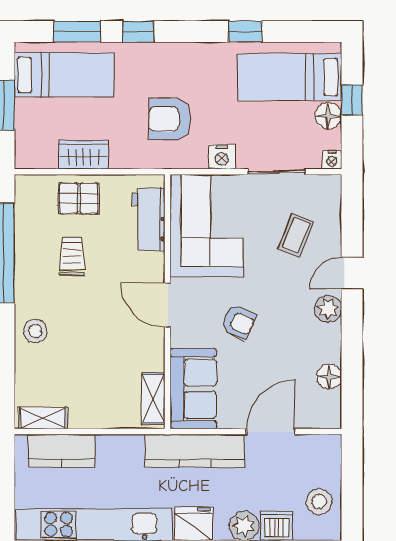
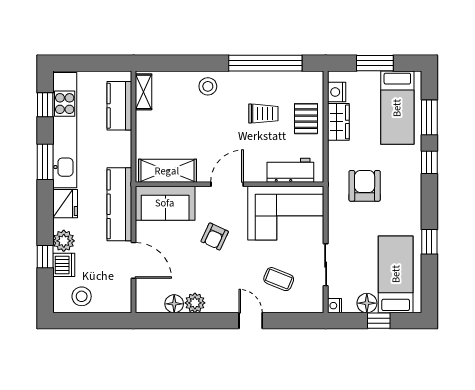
nightstand: (222, 157) -> (337, 92), moved
plant: (328, 309) -> (195, 303), moved
shelving: (153, 399) -> (167, 171), width x1.50, depth x1.33

